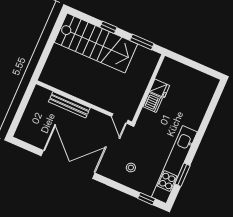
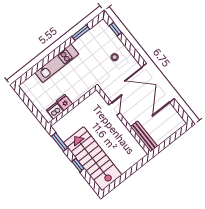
dishwasher: (153, 102) -> (55, 111), moved
bench: (69, 105) -> (144, 136), moved
door: (120, 118) -> (114, 109), moved
kitchen unit: (174, 164) -> (57, 63), moved, width x0.73

